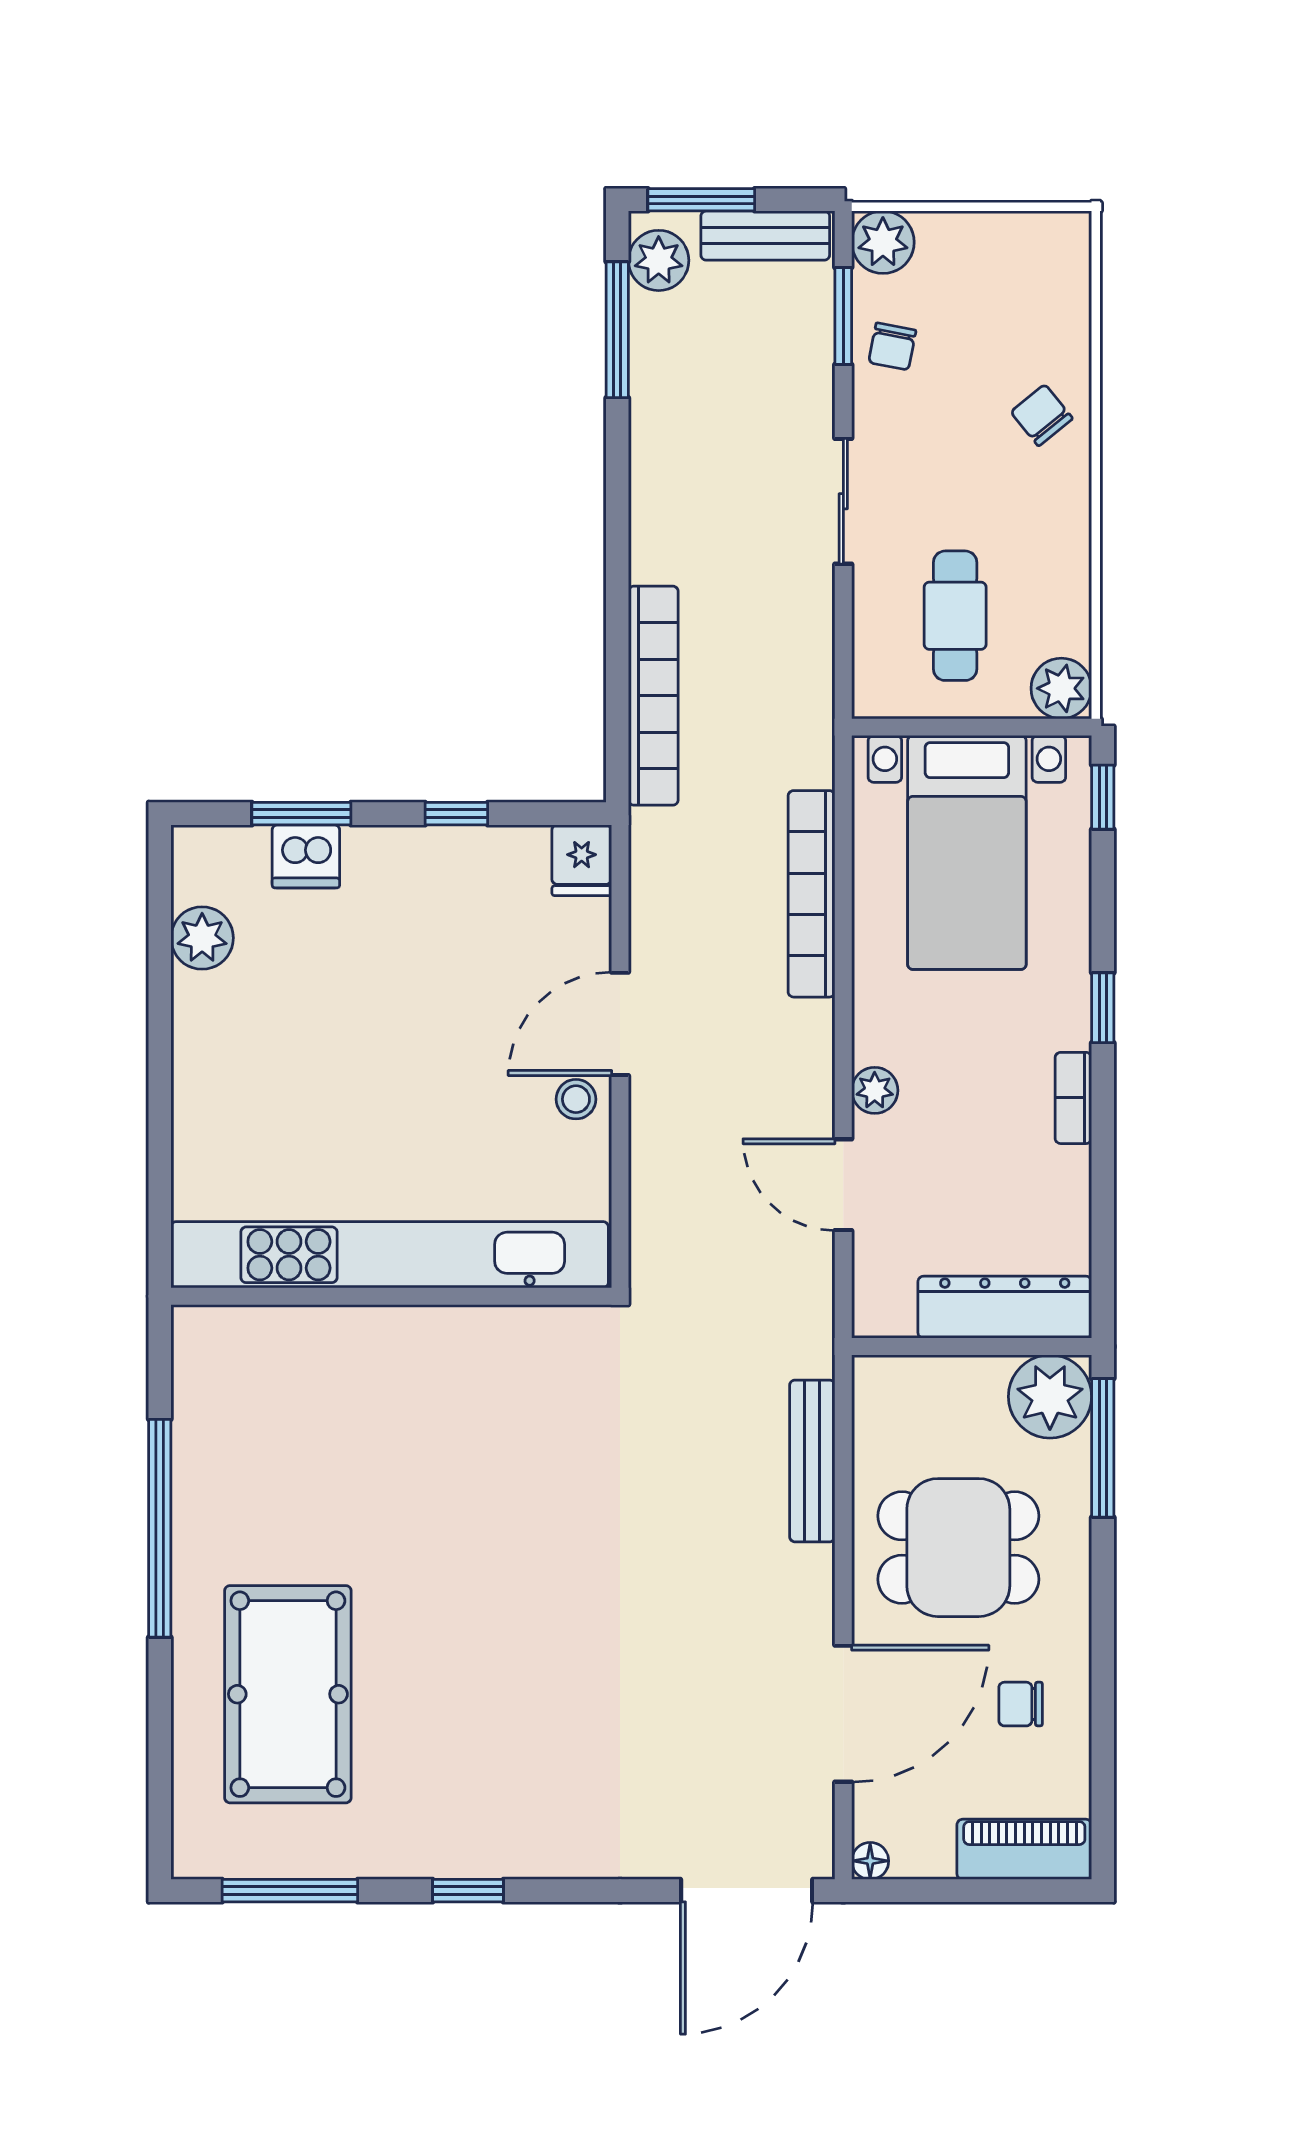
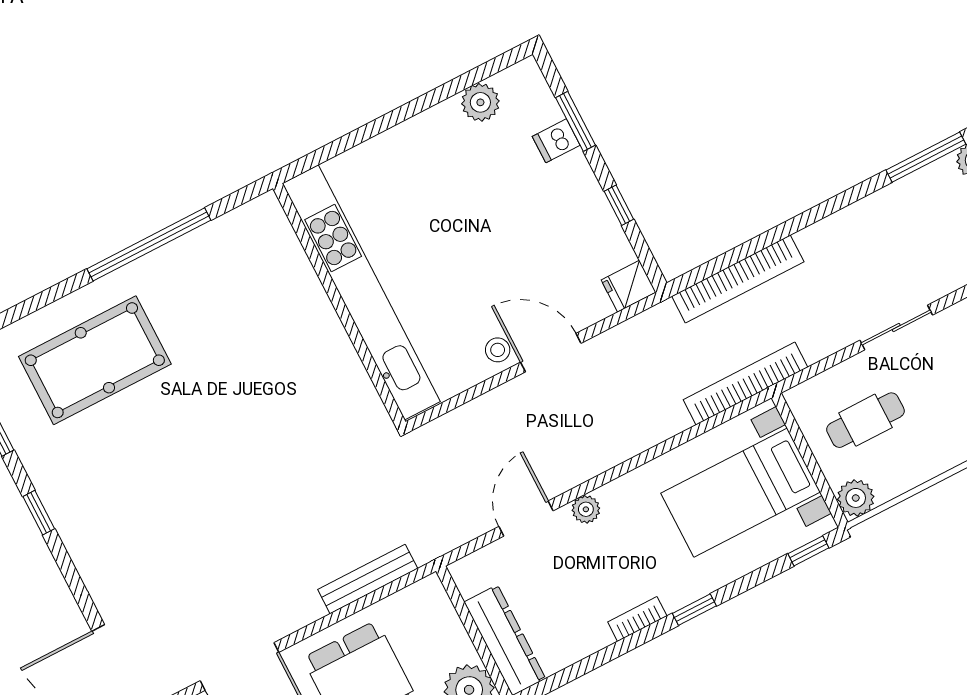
dishwasher: (306, 856) -> (556, 141), width x0.73
bookcase: (811, 894) -> (746, 383), moved

